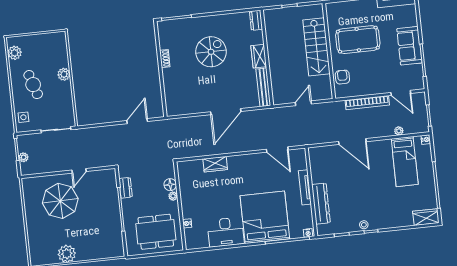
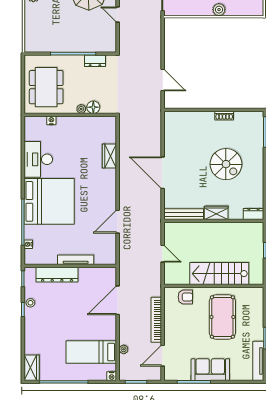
tv unit: (305, 187) -> (76, 260), moved
wall: (311, 192) -> (70, 266), moved
dresser: (321, 204) -> (57, 275), moved

